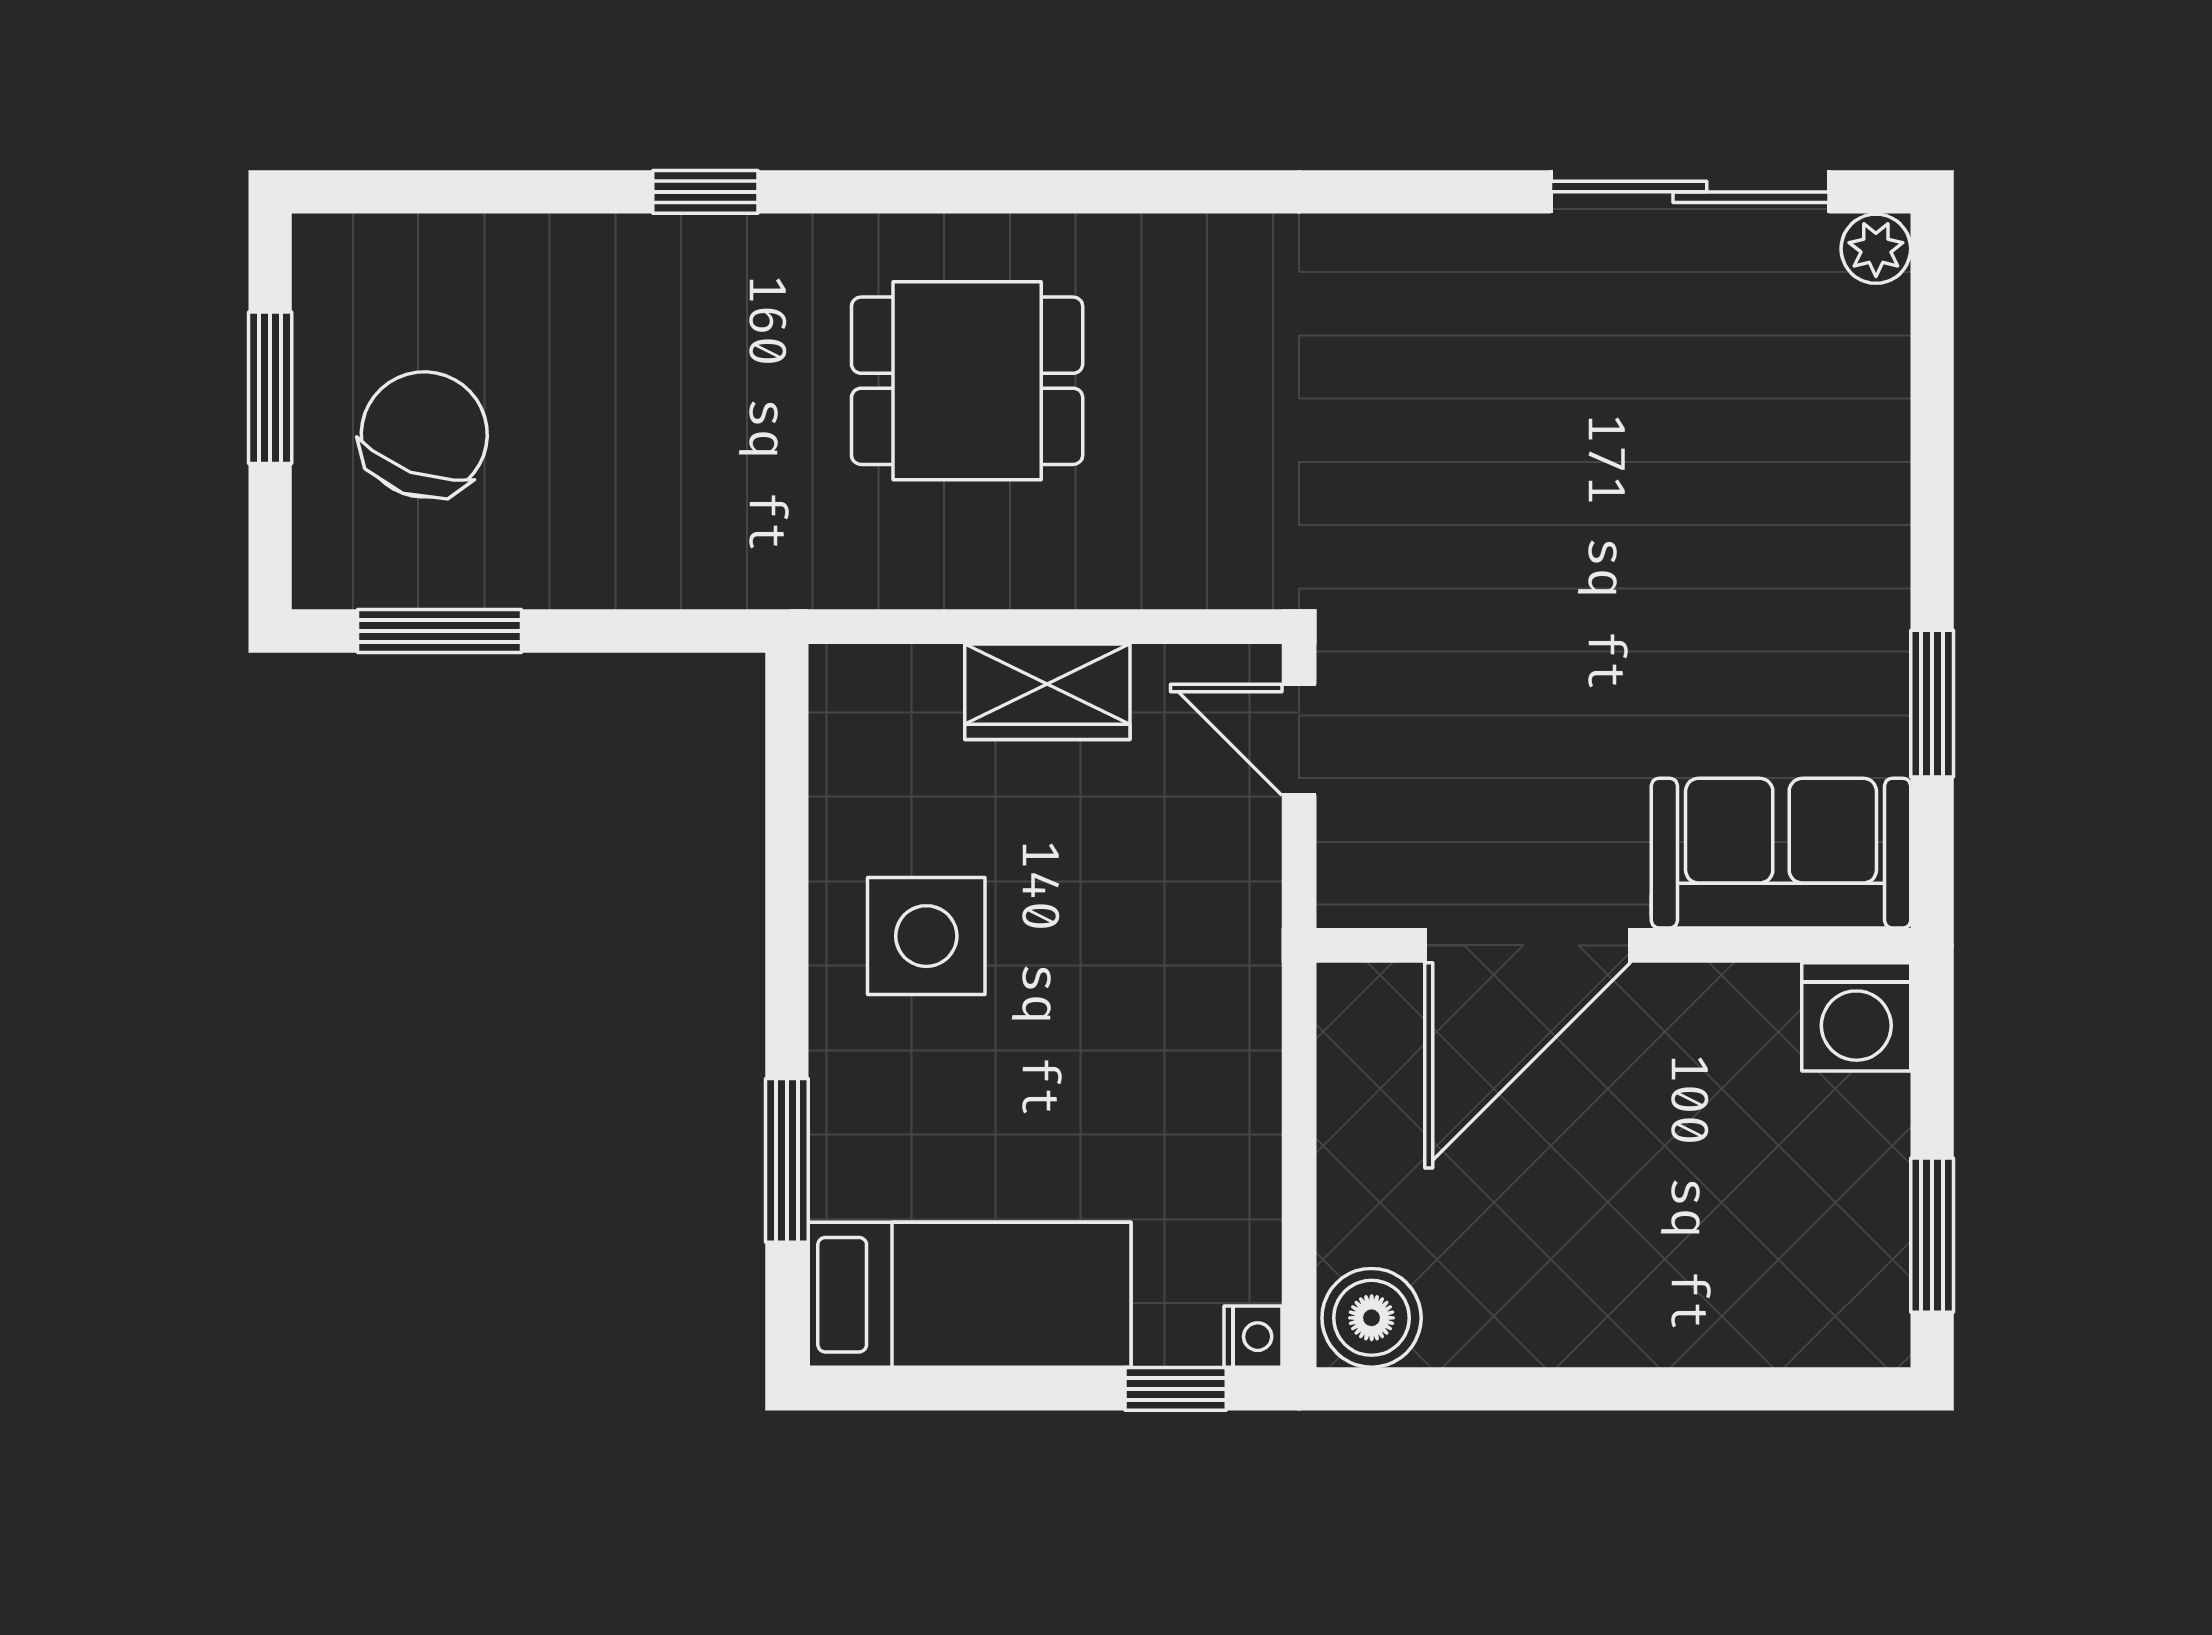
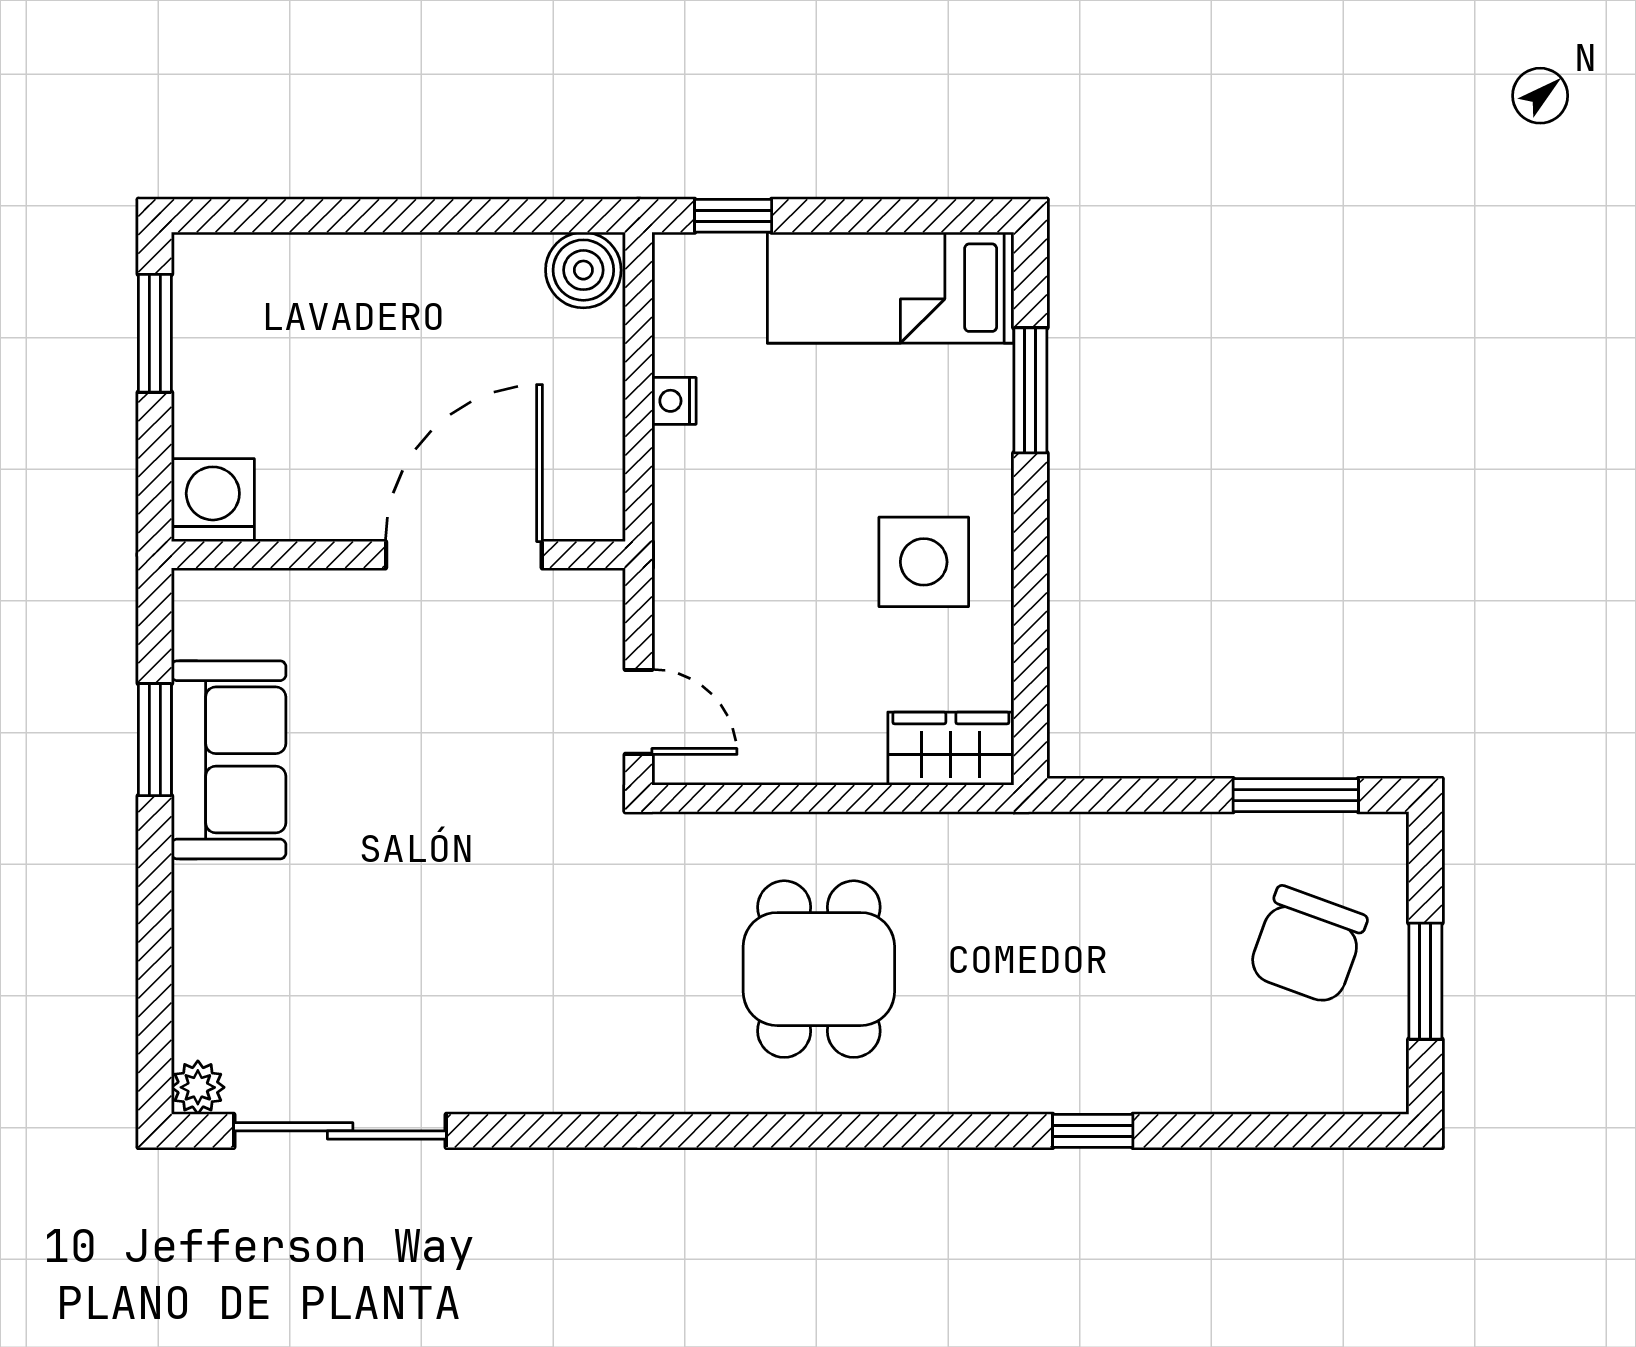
dining table: (967, 381) -> (819, 969), moved, turned 90
wardrobe: (1047, 692) -> (951, 749), moved
sofa: (1781, 853) -> (229, 760), moved, turned -90
nightstand: (1253, 1337) -> (674, 401), moved

